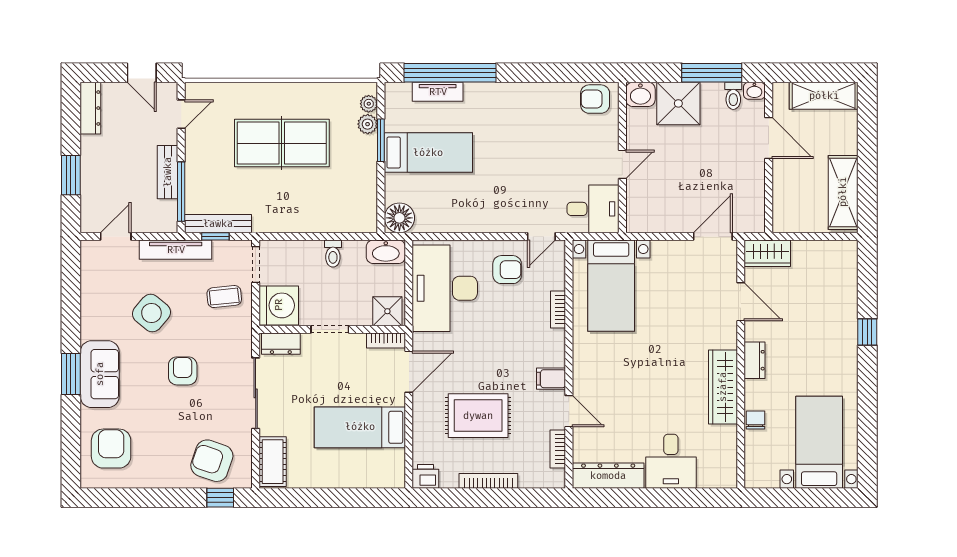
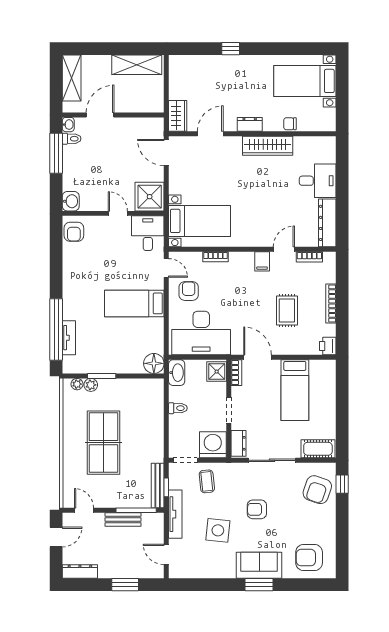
shower: (678, 103) -> (150, 197), moved
bed: (428, 153) -> (134, 303), moved, turned -90
side table: (151, 313) -> (218, 530), turned -34
rug: (478, 416) -> (287, 311), width x0.73, depth x0.70

